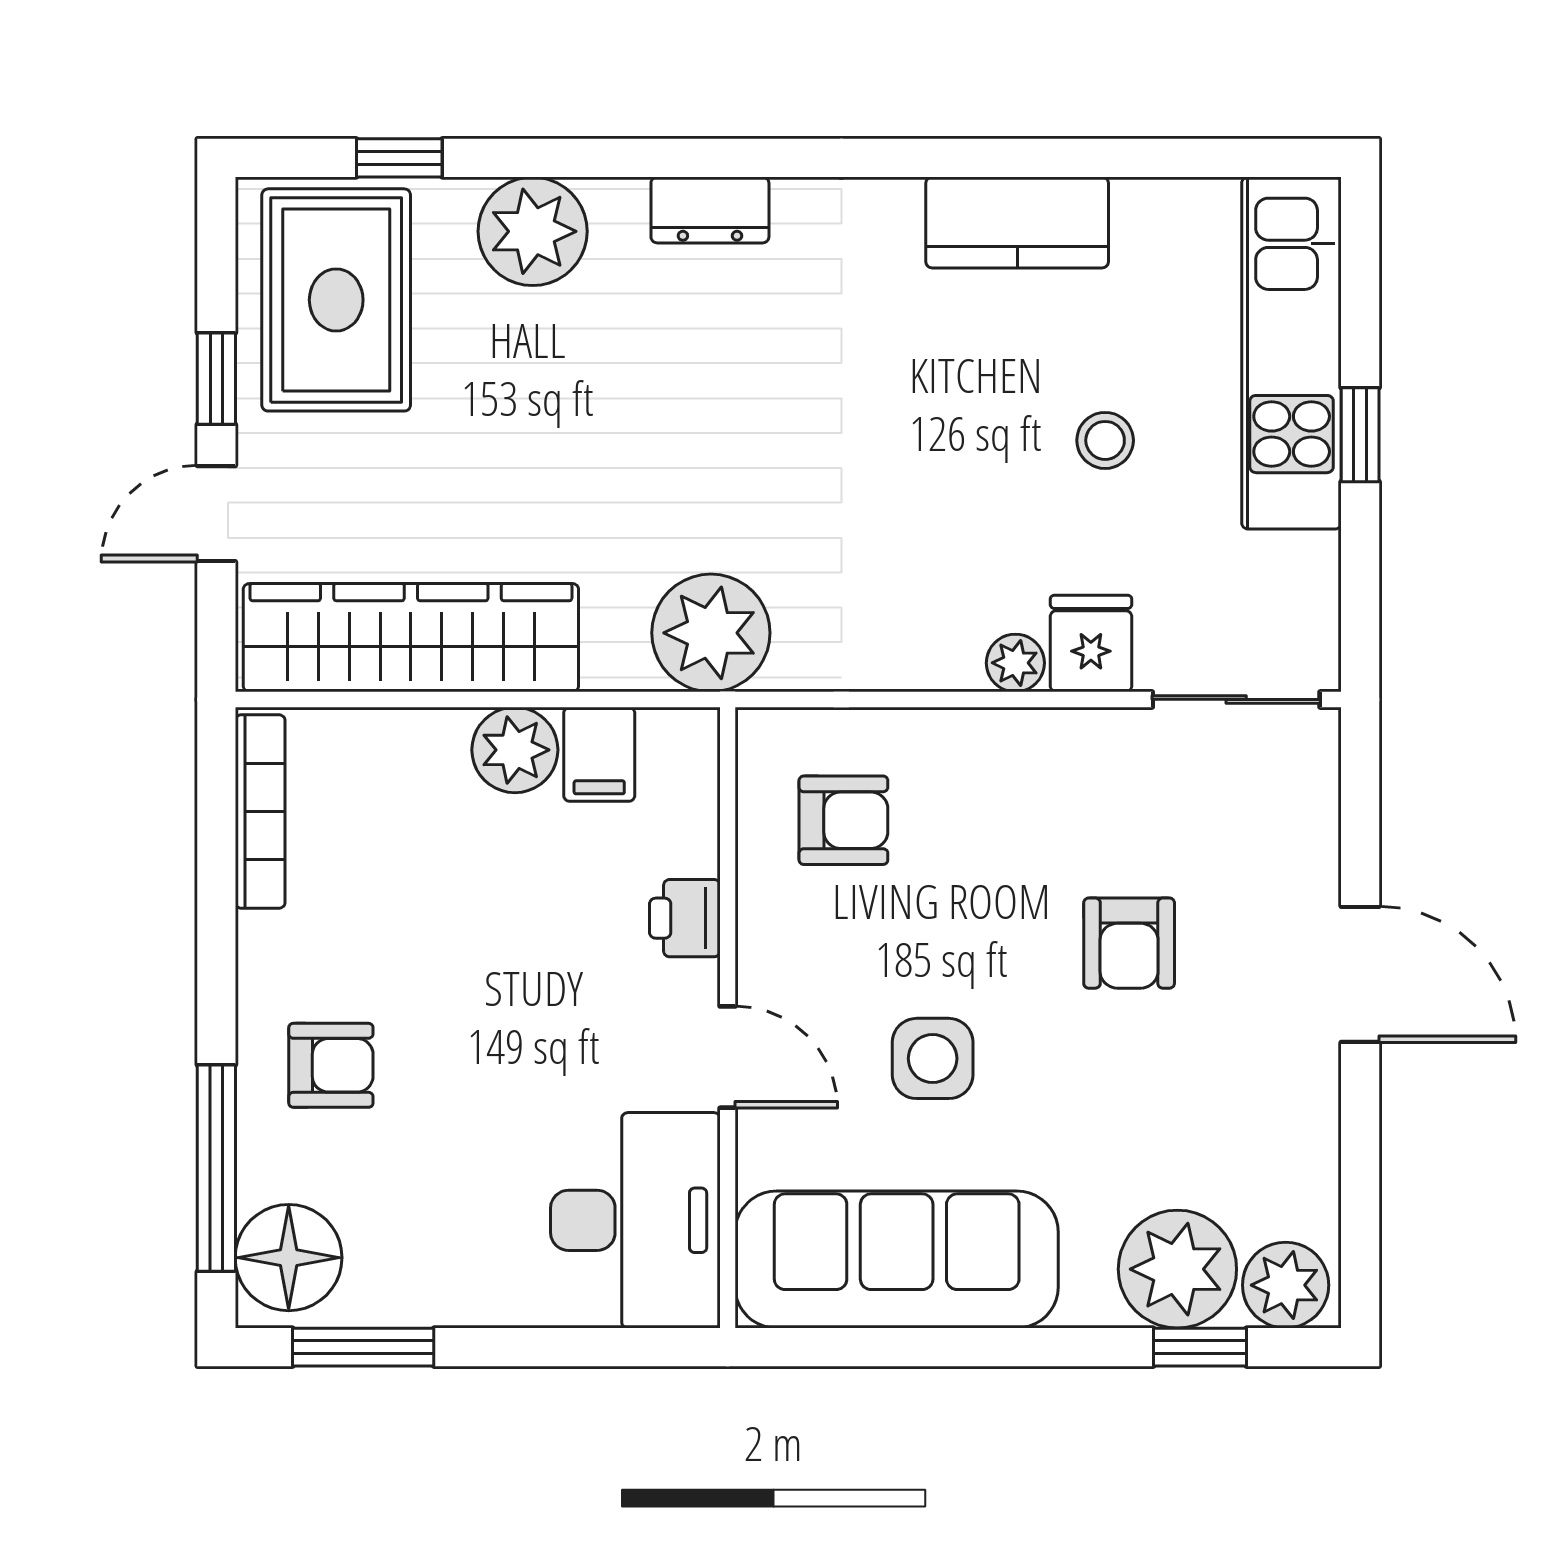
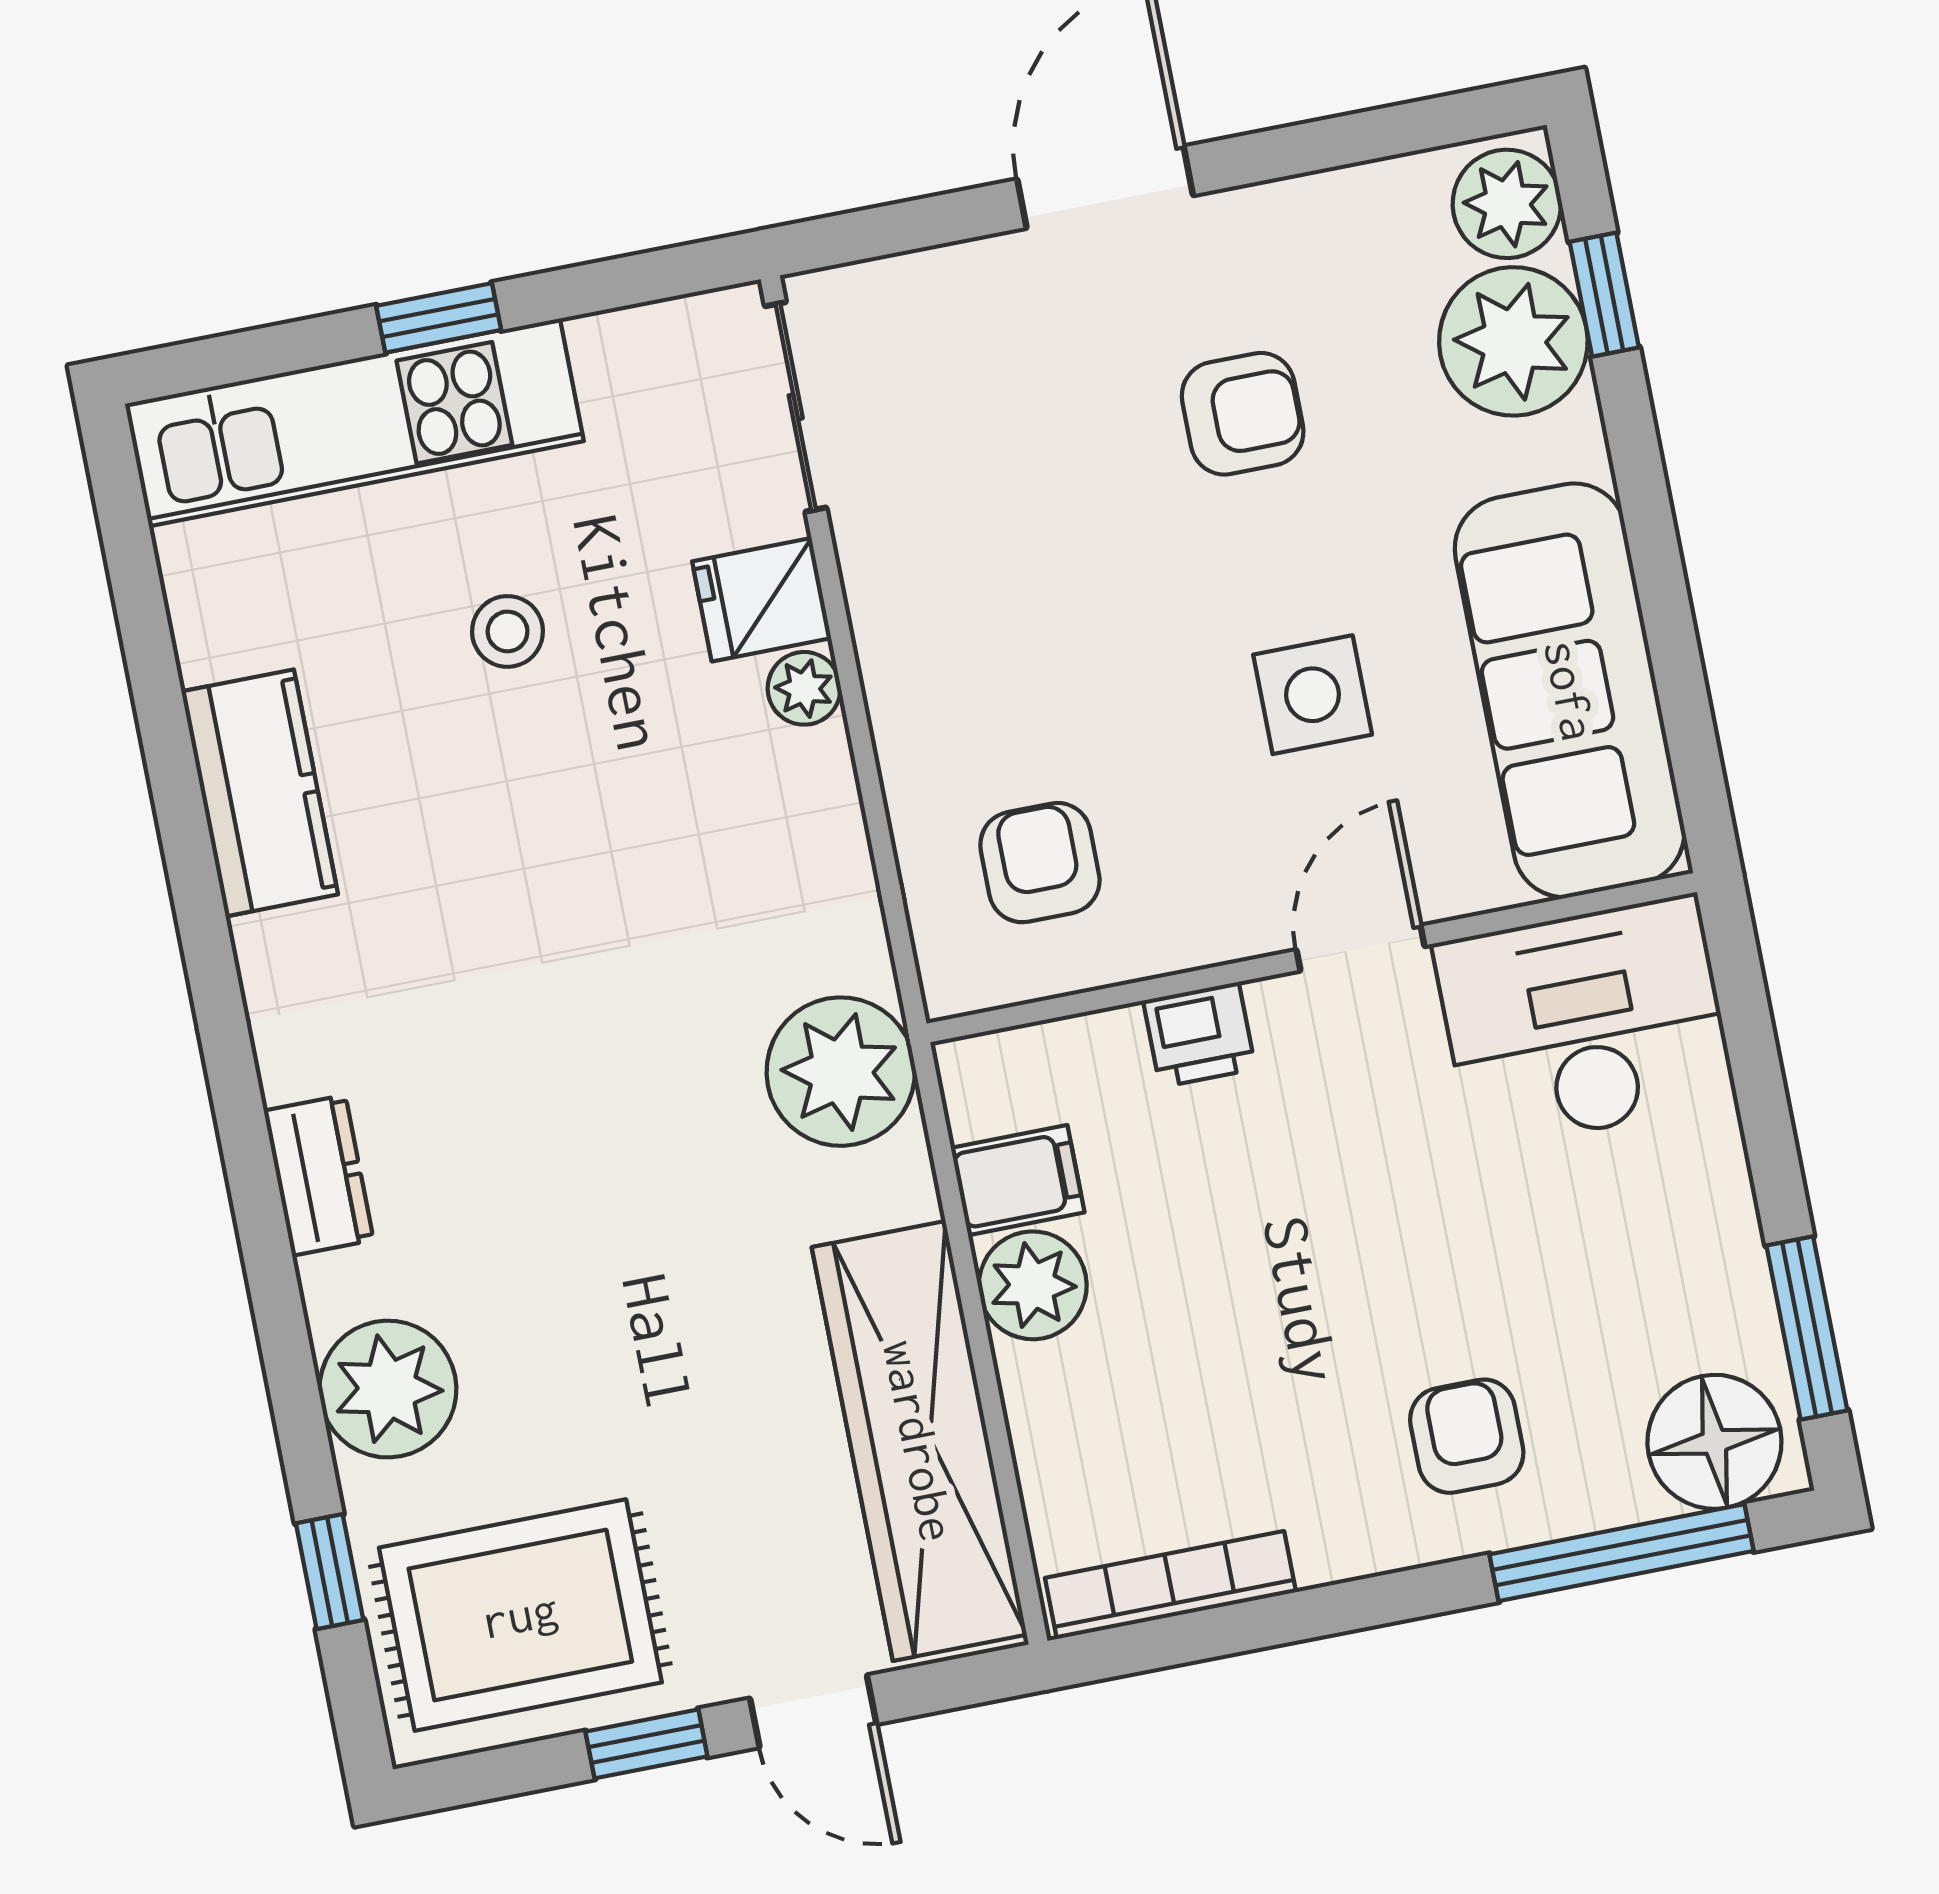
armchair: (1129, 943) -> (1243, 414), moved

